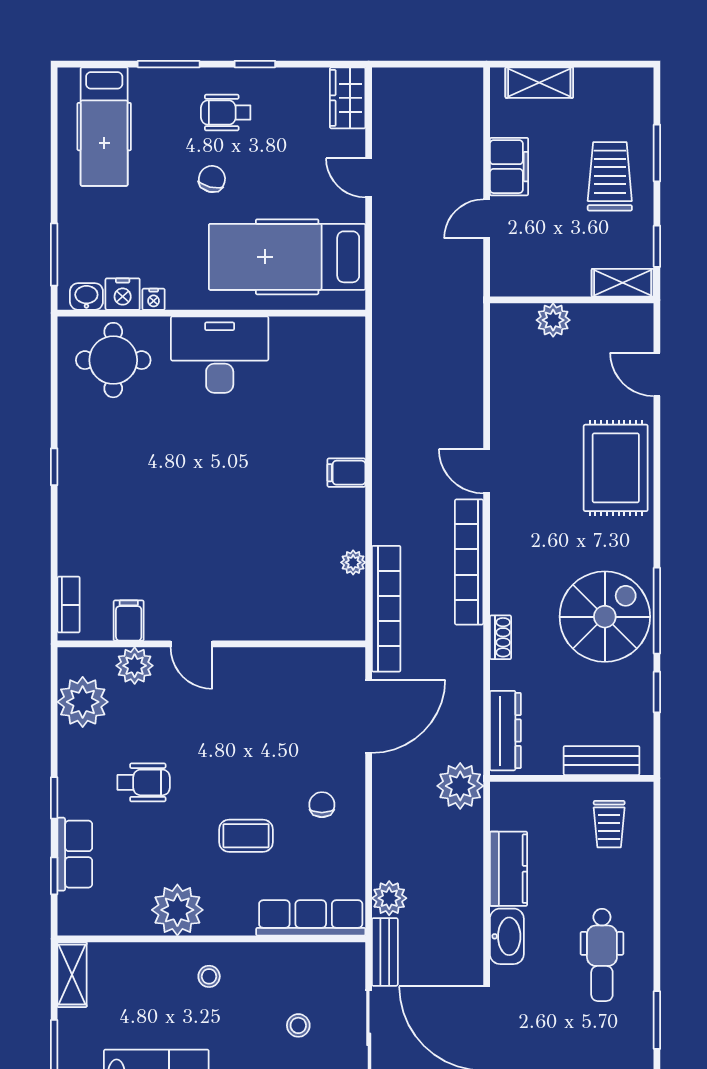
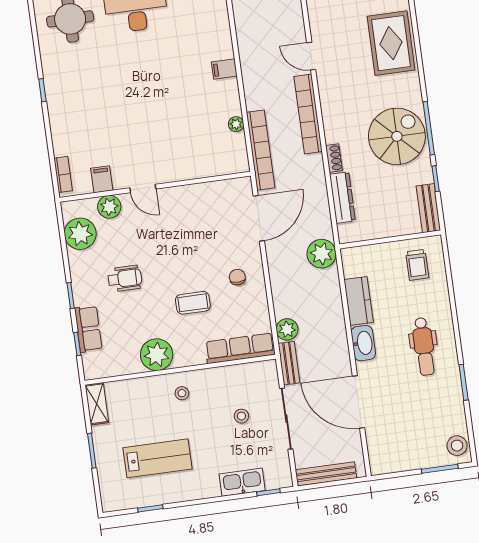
dresser: (505, 731) -> (342, 198), moved
bench: (602, 761) -> (428, 208), moved, turned 90

